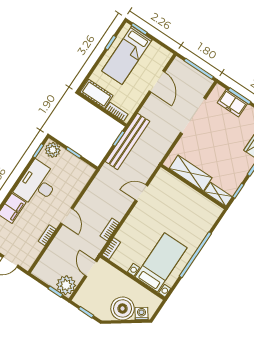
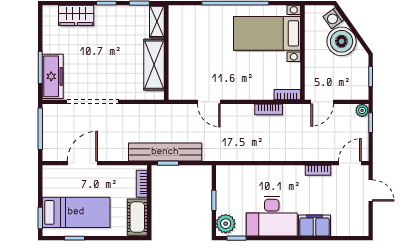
freezer: (232, 103) -> (53, 76), width x1.40
door: (67, 216) -> (350, 163), moved
plant: (66, 285) -> (362, 110), width x0.53, depth x0.53

